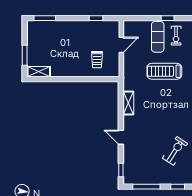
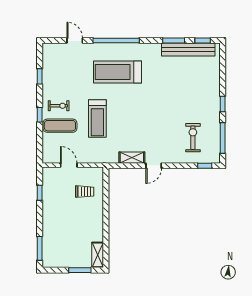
door: (121, 137) -> (154, 166), moved
exercise bike: (175, 151) -> (193, 138), moved, turned 57

